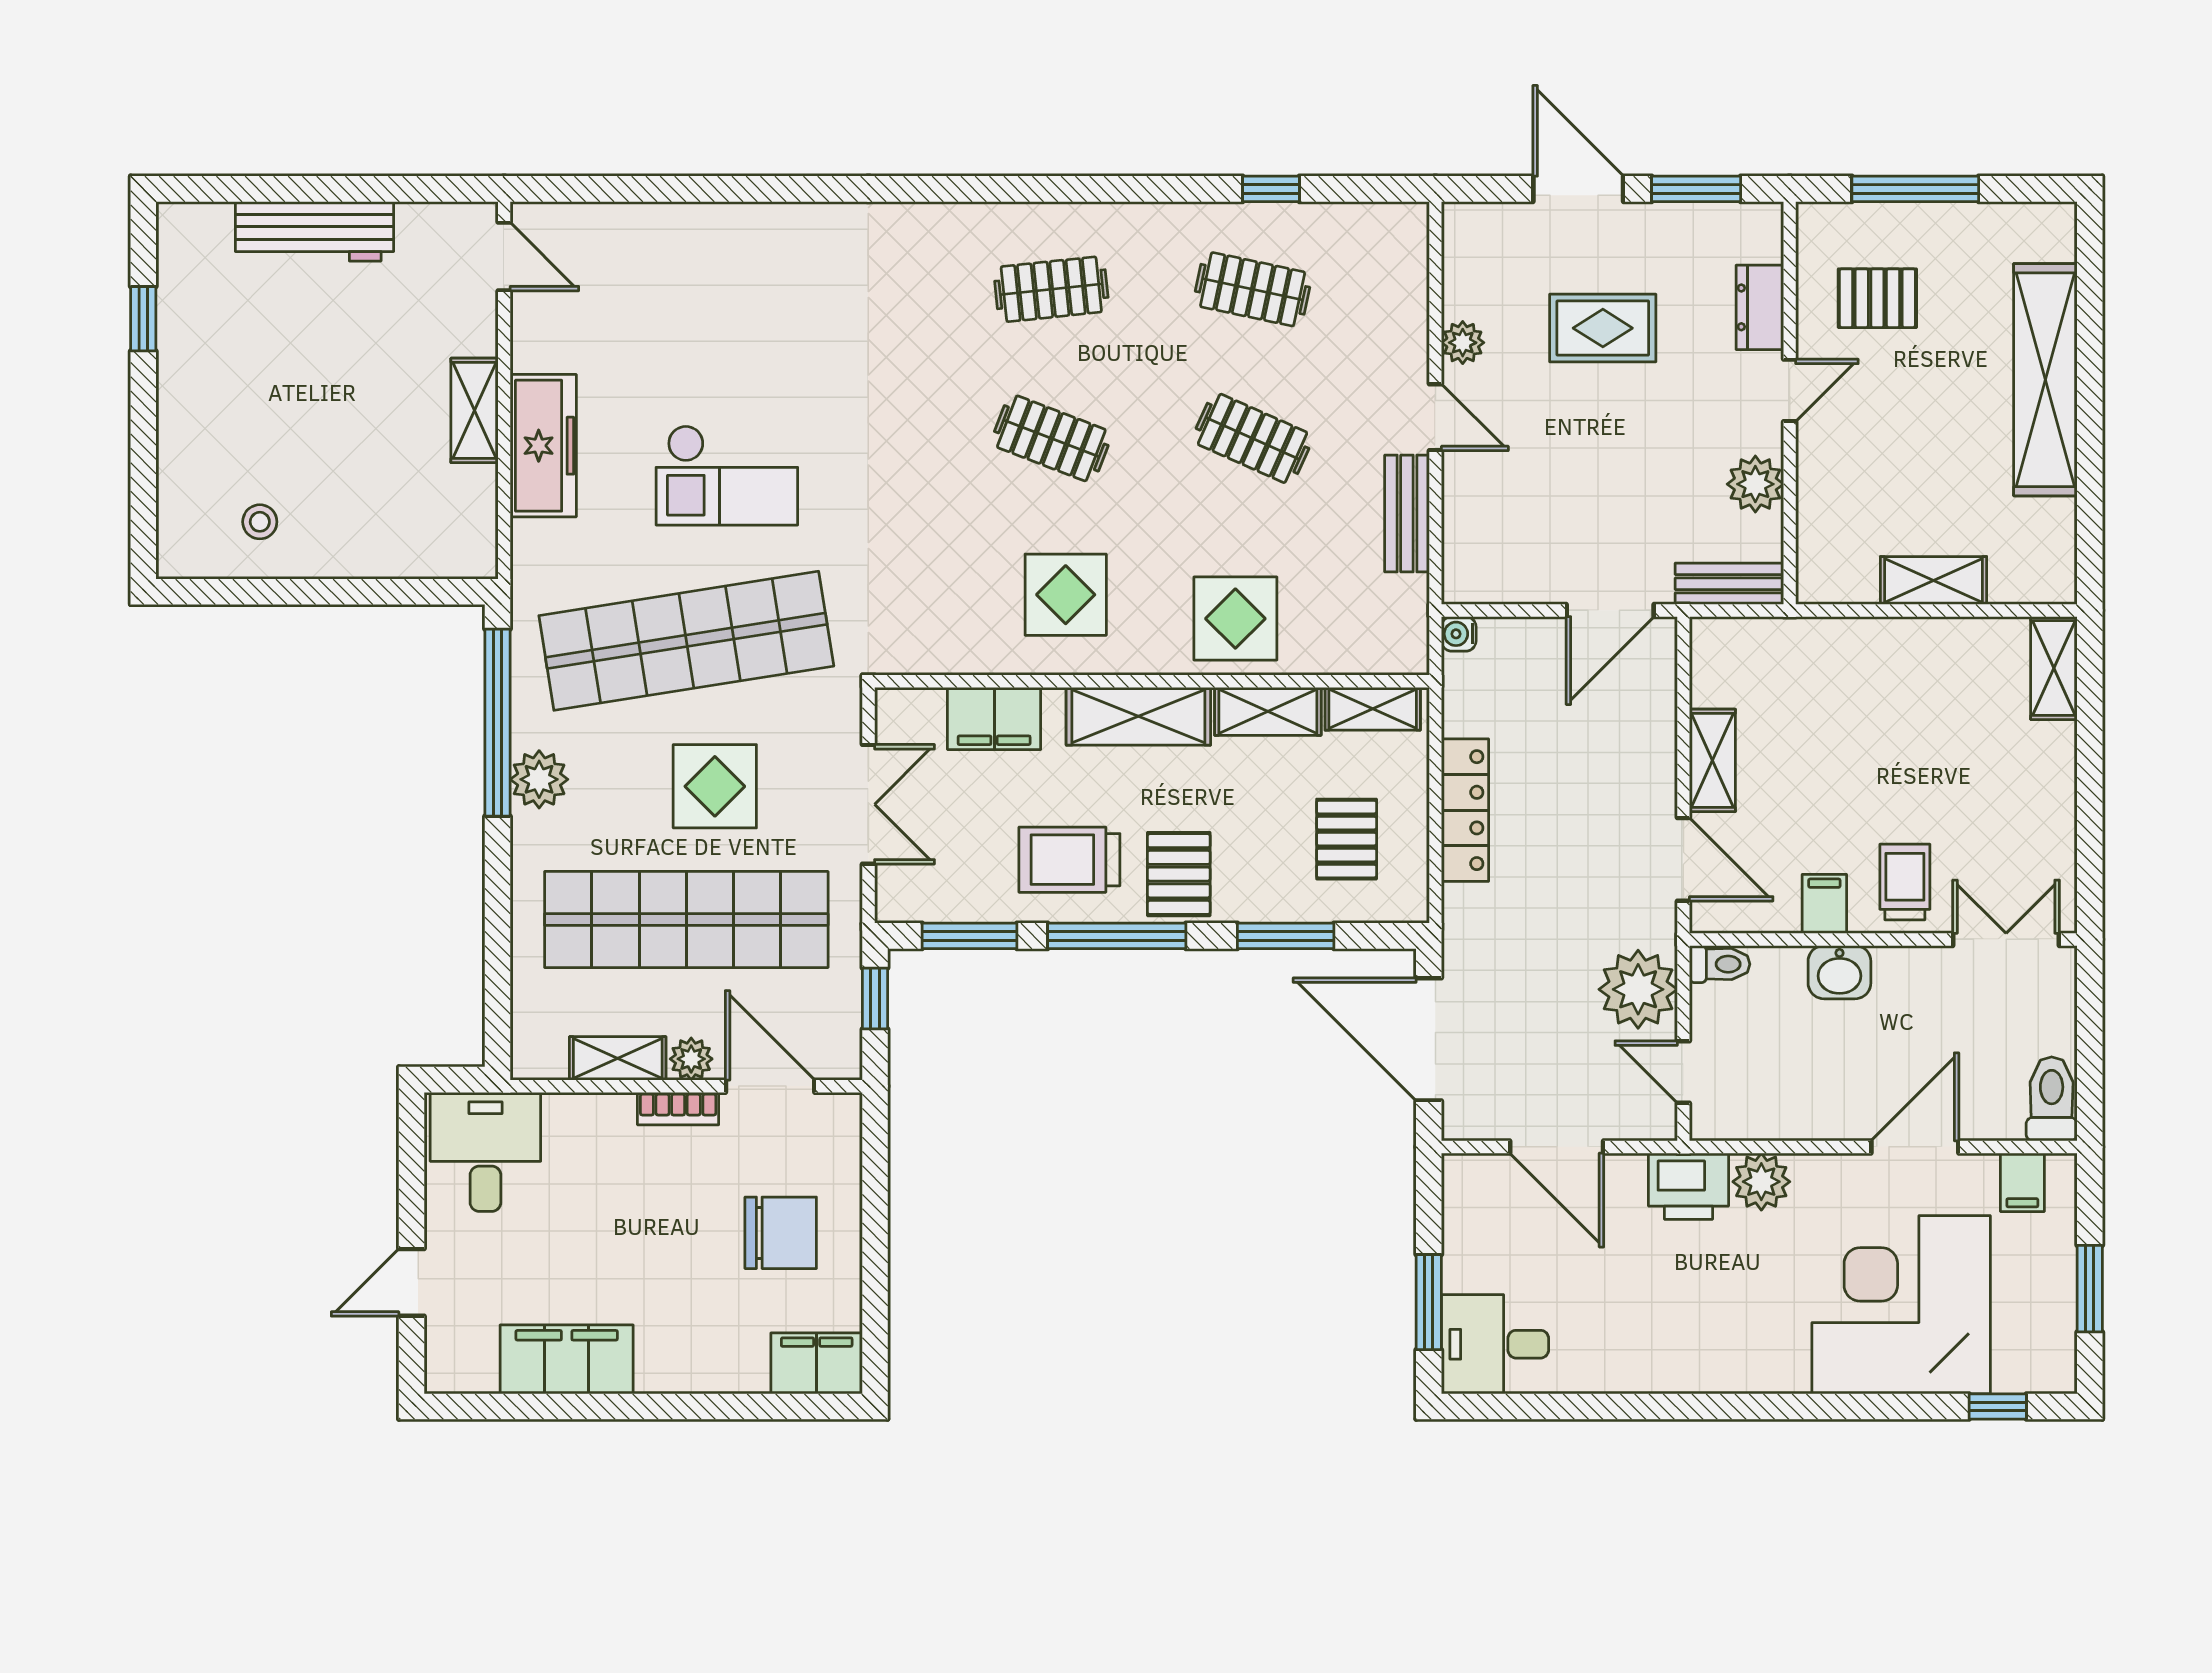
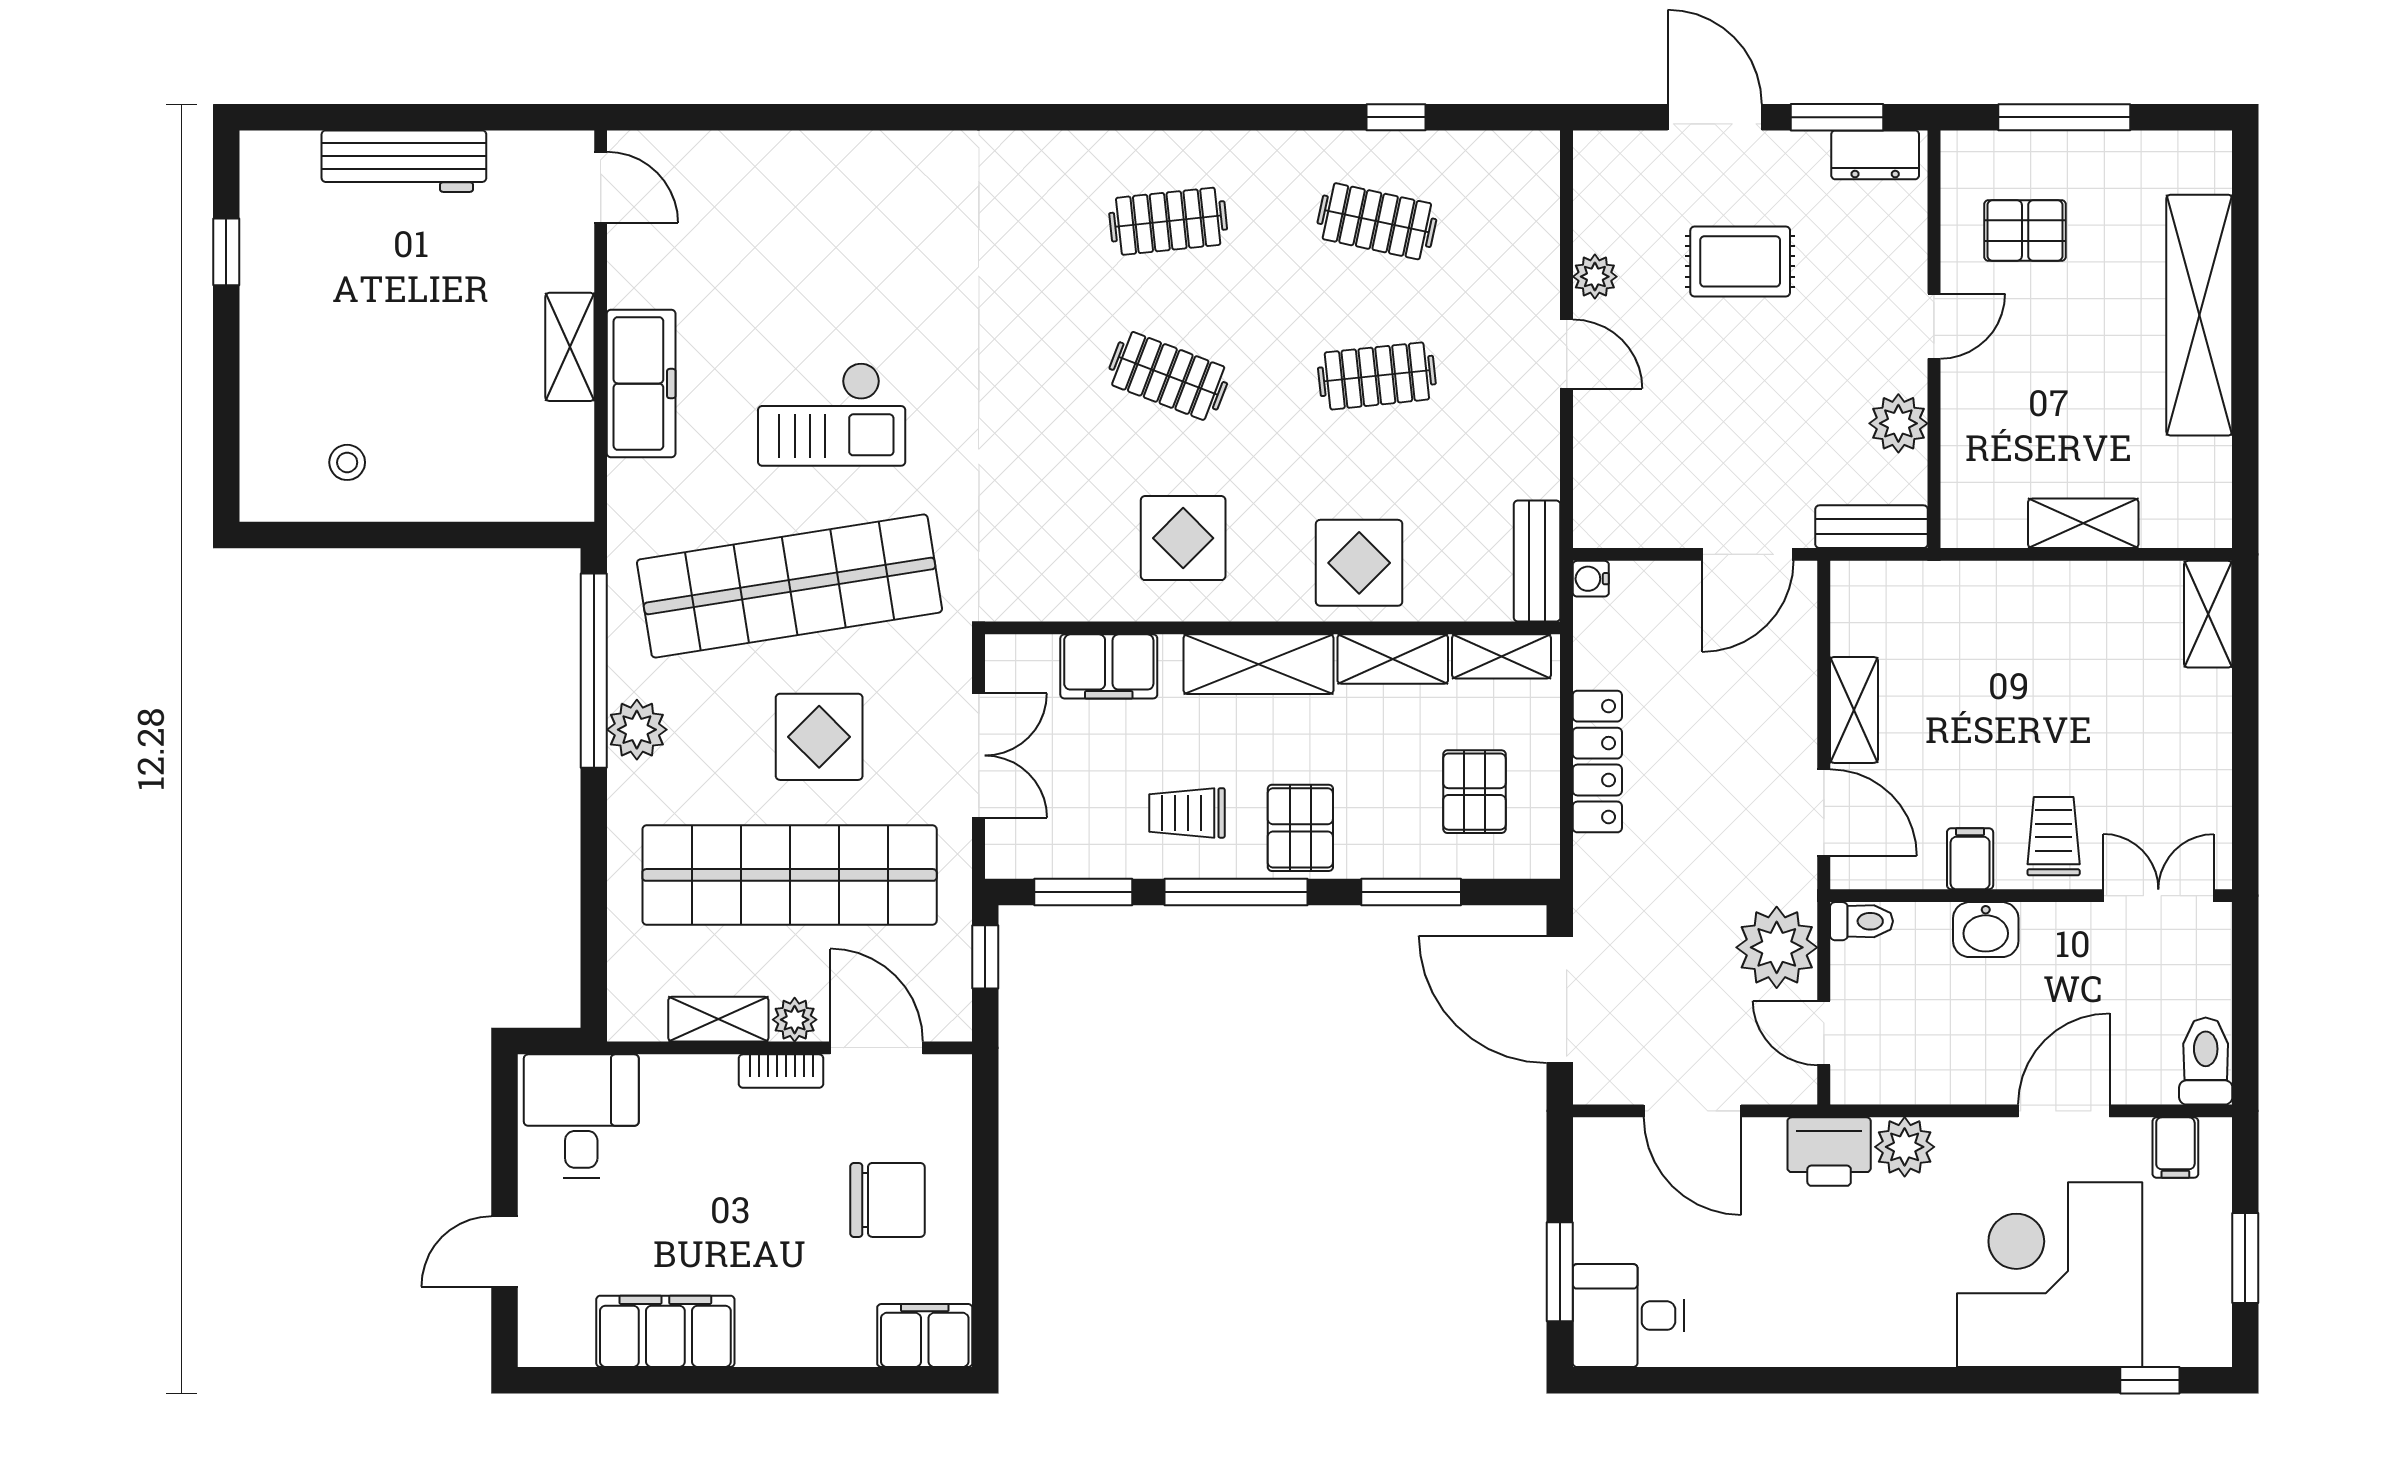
dresser: (1760, 307) -> (1875, 155), moved, turned -90
clothes rail: (1253, 438) -> (1377, 376), turned -30
bench: (1407, 514) -> (1537, 561), moved
trolley: (1069, 860) -> (1187, 813), width x0.73, depth x0.72

